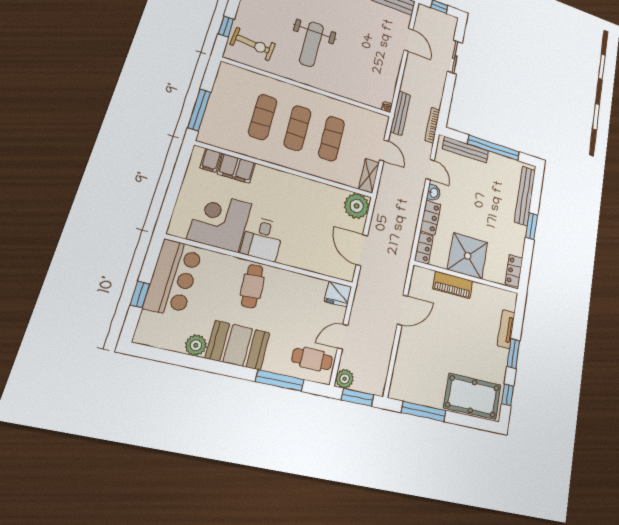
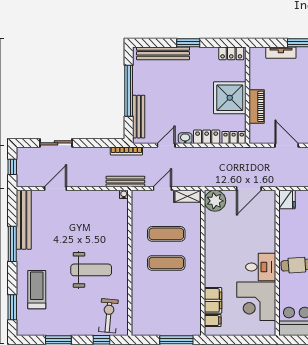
exercise mat: (263, 117) -> (166, 292), removed

